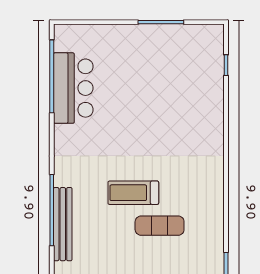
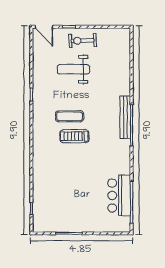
treadmill: (133, 193) -> (74, 136), moved, turned 180

